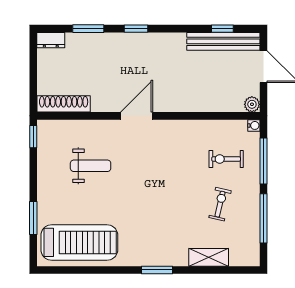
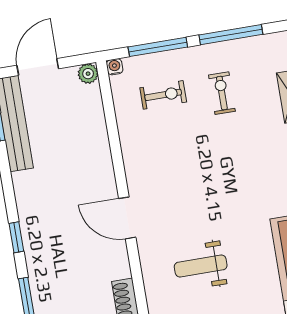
exercise bike: (226, 159) -> (163, 95), turned -90
weight bench: (91, 166) -> (201, 266), turned -90
exercise bike: (220, 204) -> (222, 93), turned 77

